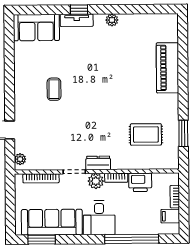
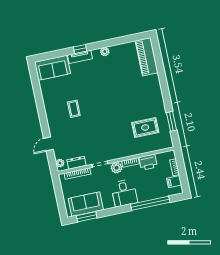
piano: (168, 68) -> (147, 57), moved
dresser: (98, 163) -> (76, 163), moved
sofa: (52, 222) -> (86, 204), width x0.73

